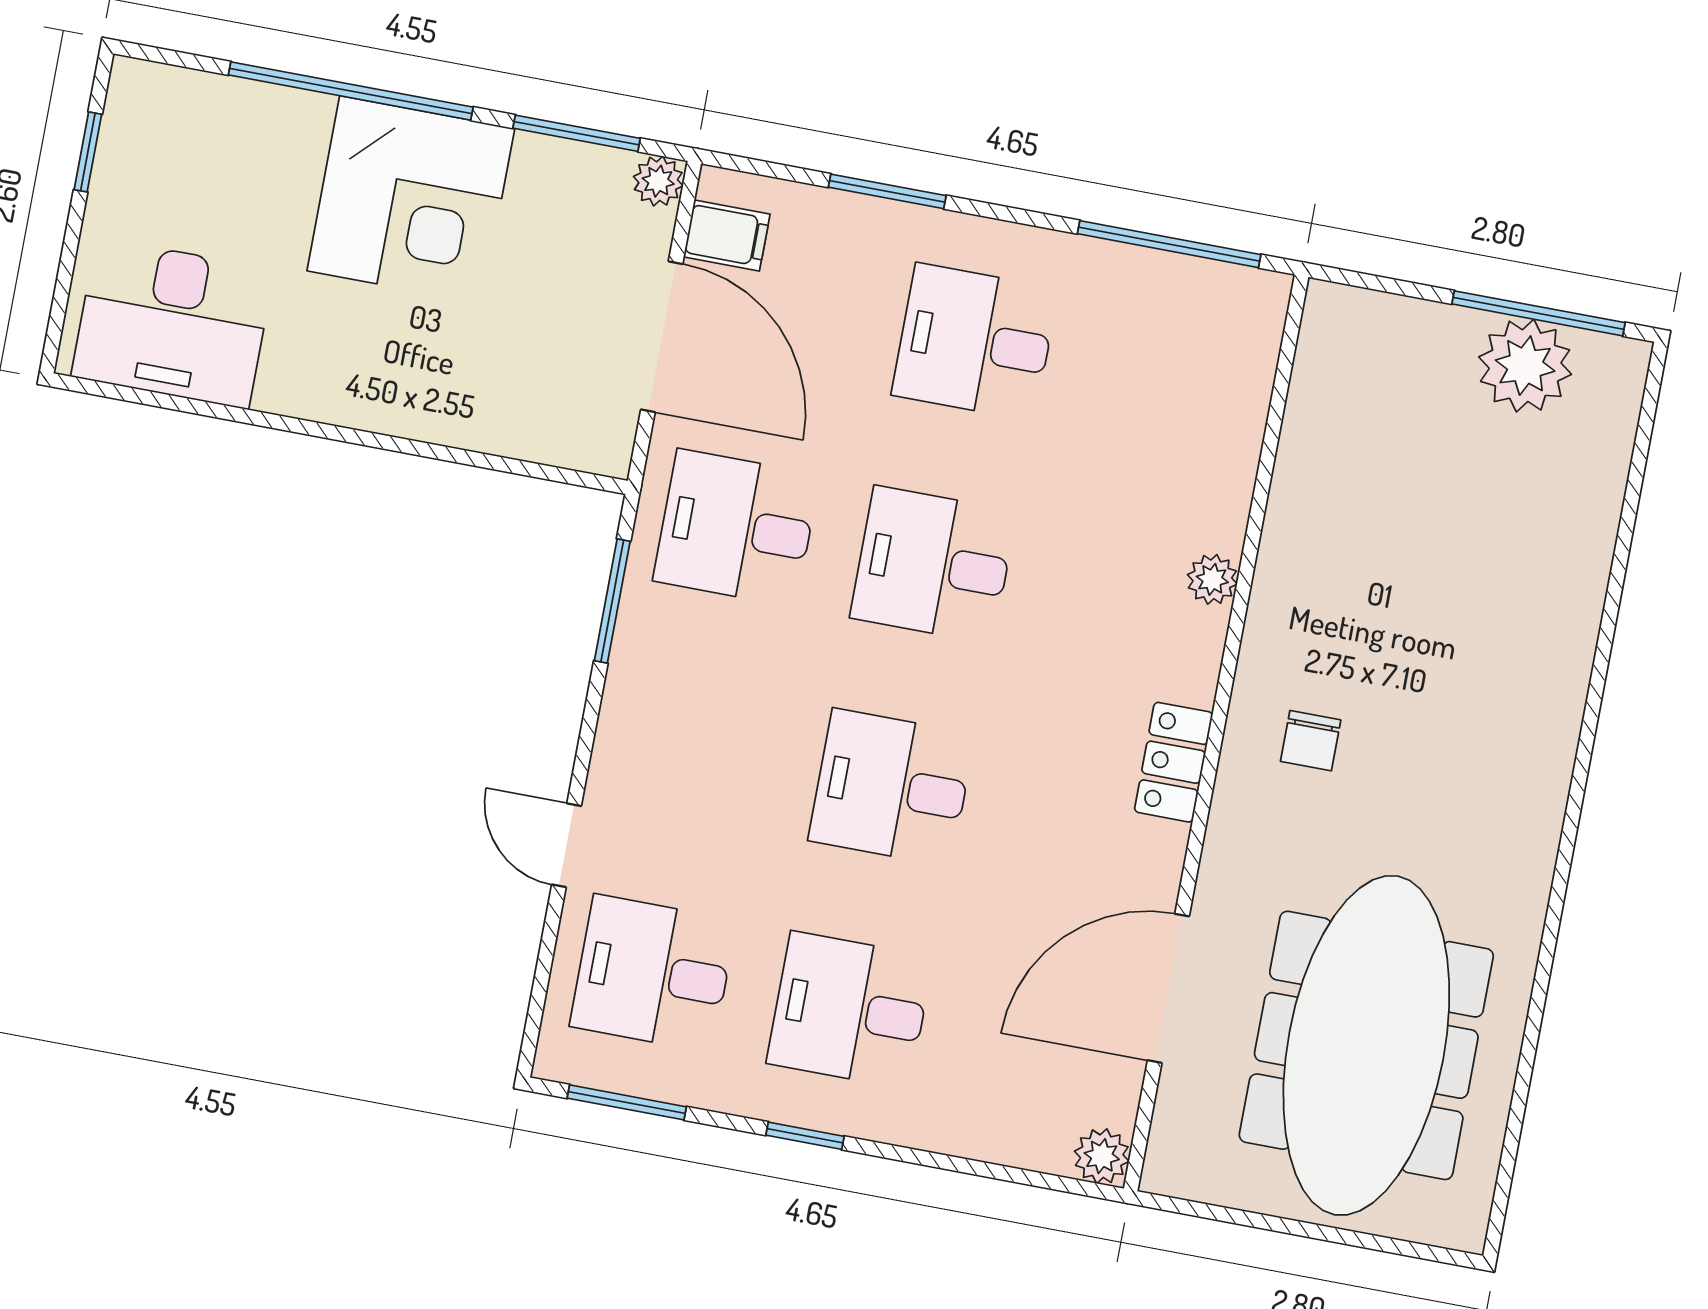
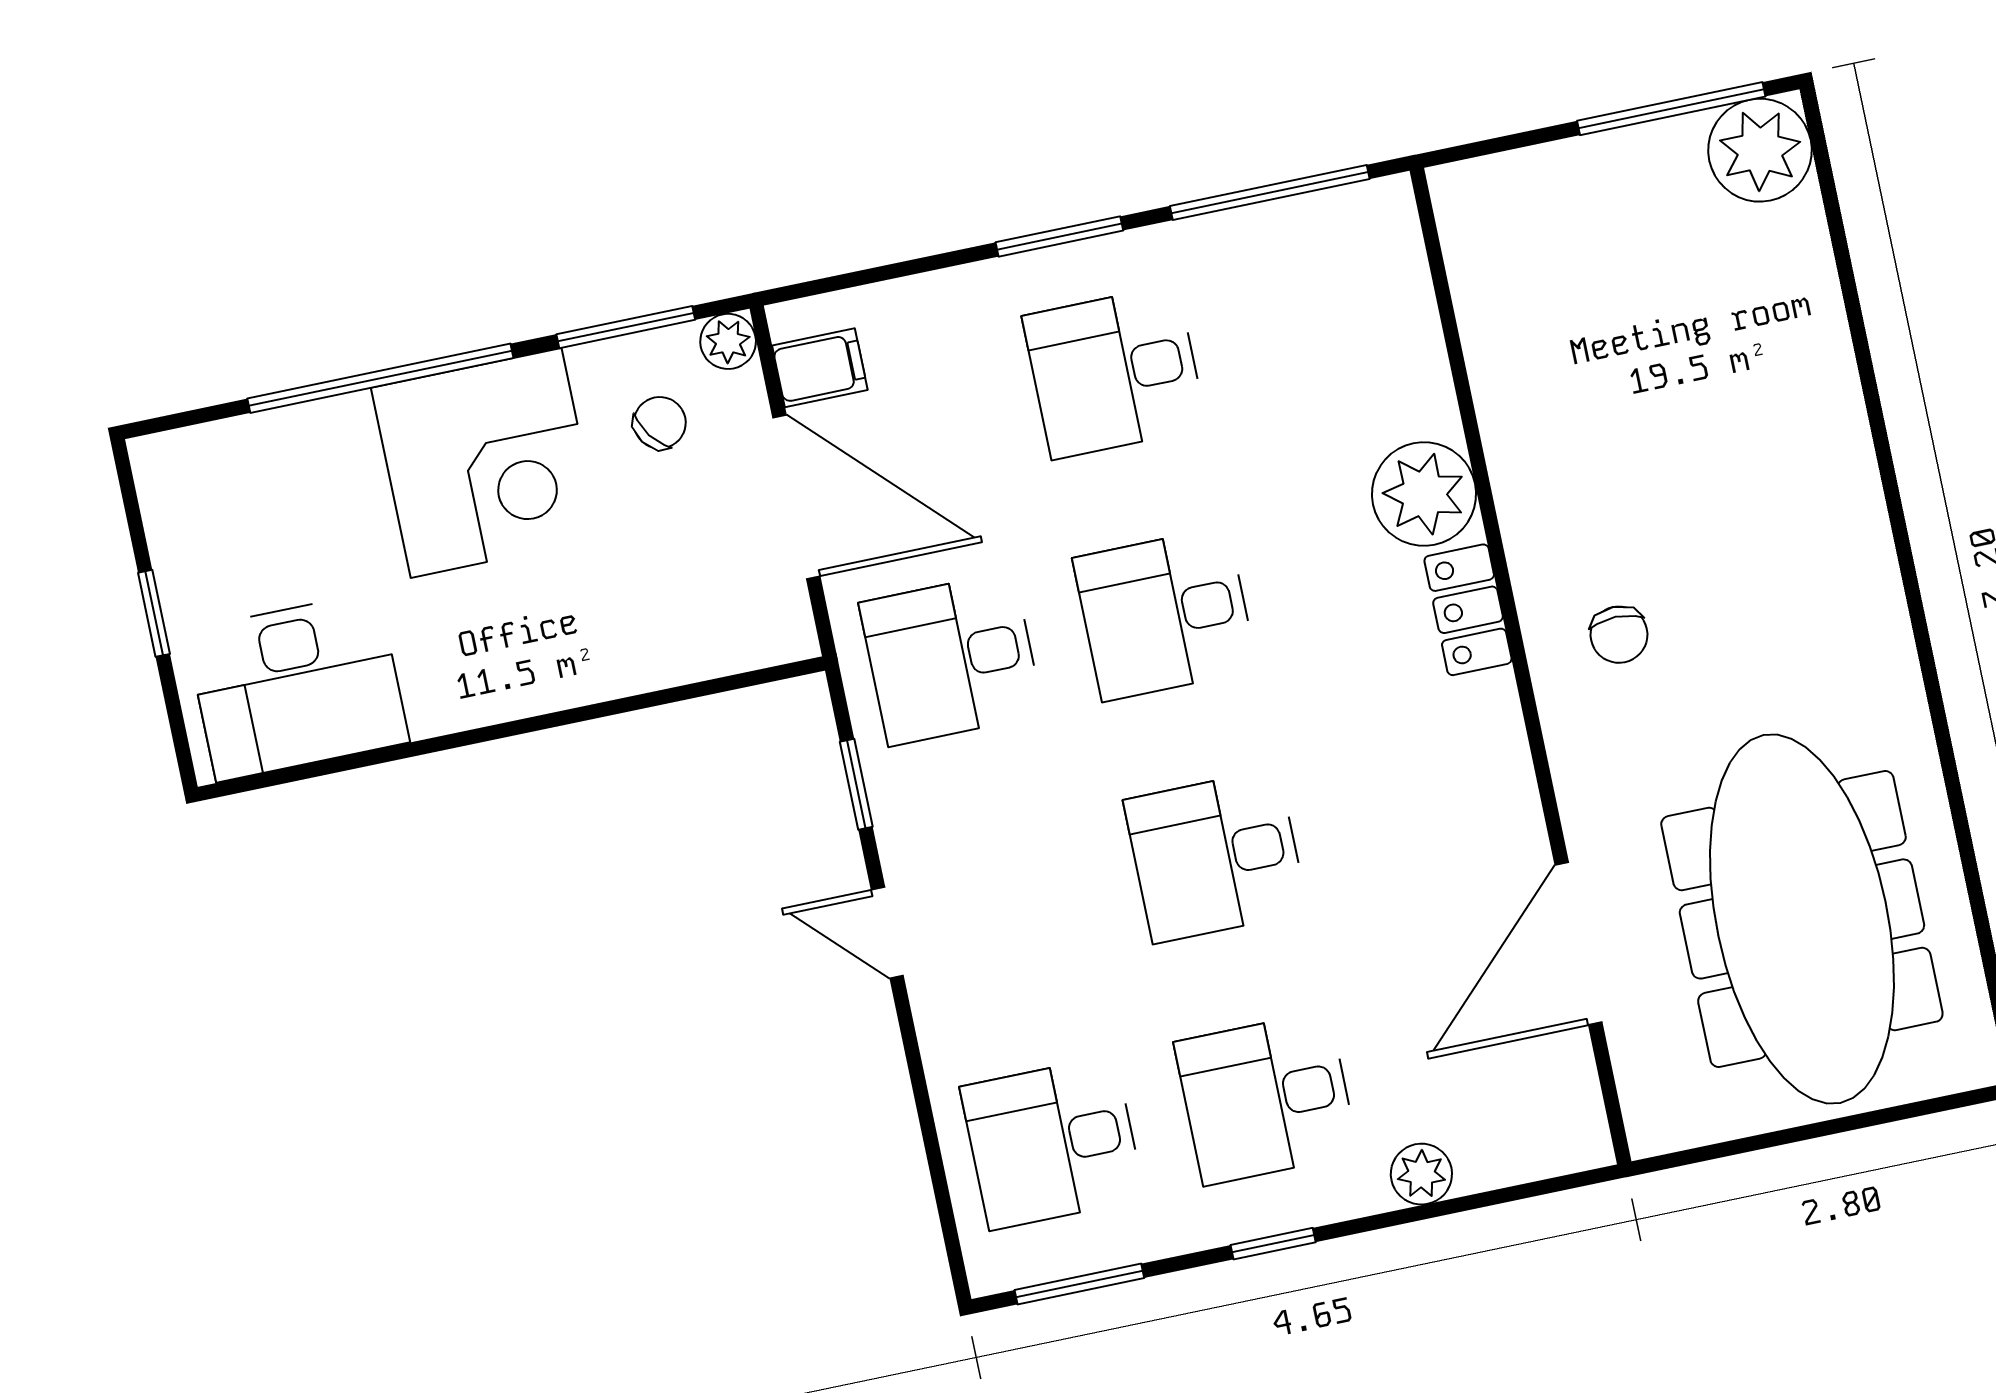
window: (88, 152) -> (154, 613), moved
window: (887, 191) -> (1059, 236), moved
chair: (572, 226) -> (660, 423), added
plant: (1525, 366) -> (1760, 150), moved
plant: (1212, 579) -> (1424, 494), width x1.88, depth x1.88
window: (612, 601) -> (856, 784), width x0.67
locker: (1174, 762) -> (1468, 610), moved
door: (567, 845) -> (887, 933), moved
plant: (1102, 1156) -> (1421, 1174), moved

